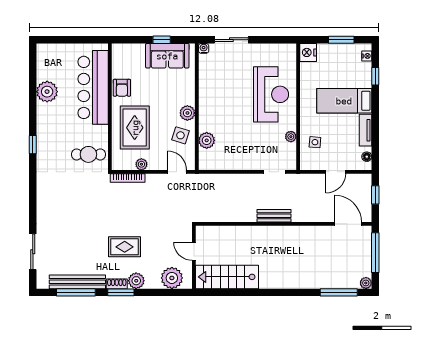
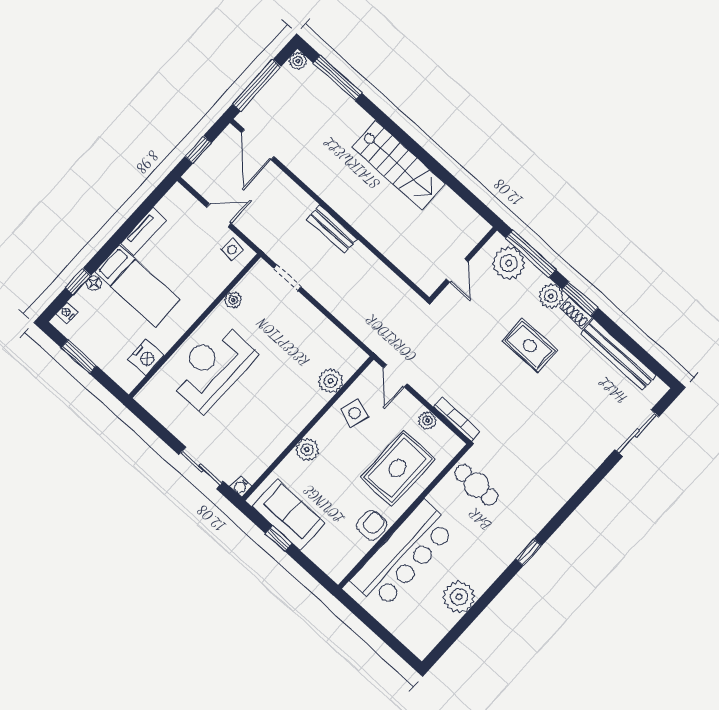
nightstand: (308, 52) -> (146, 357), moved
plant: (187, 113) -> (307, 450), moved
side table: (315, 142) -> (232, 250), moved
floor lamp: (367, 157) -> (94, 283), moved
stairs: (227, 277) -> (399, 165), moved
window: (76, 292) -> (531, 254), moved

